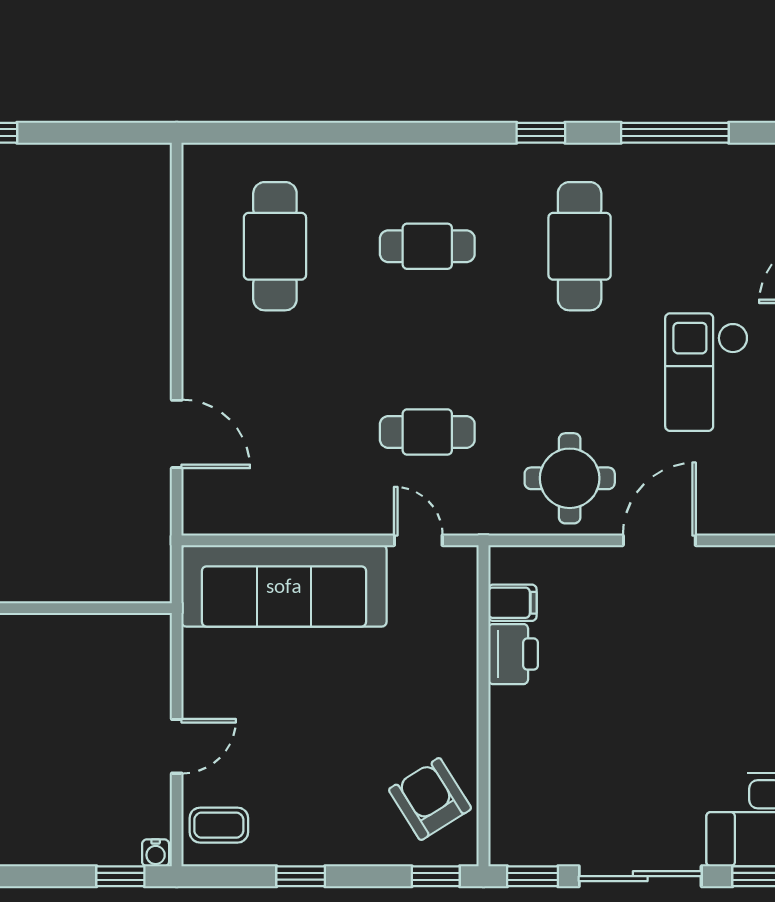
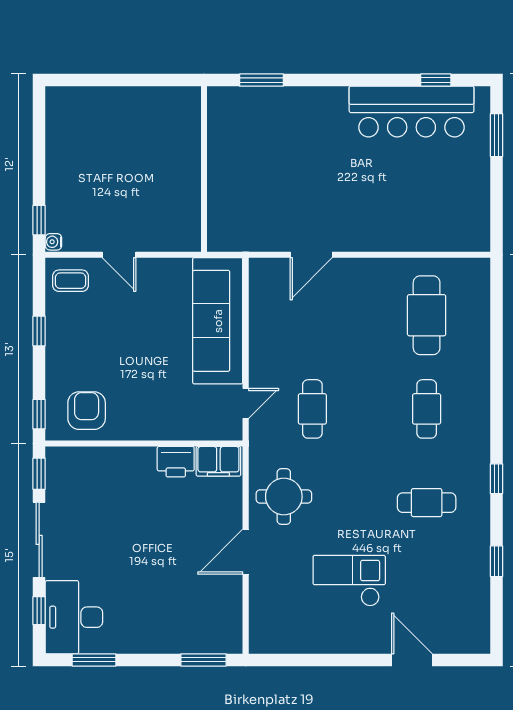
window: (675, 133) -> (496, 561), width x0.46
cafe table: (275, 246) -> (427, 315), turned 90
cafe table: (580, 246) -> (427, 503), width x0.73, depth x0.74
door: (659, 540) -> (246, 552), swing flipped
filing cabinet: (512, 603) -> (218, 461), width x2.00
armchair: (430, 799) -> (87, 411), turned -58
coffee table: (219, 825) -> (71, 281), turned 90

